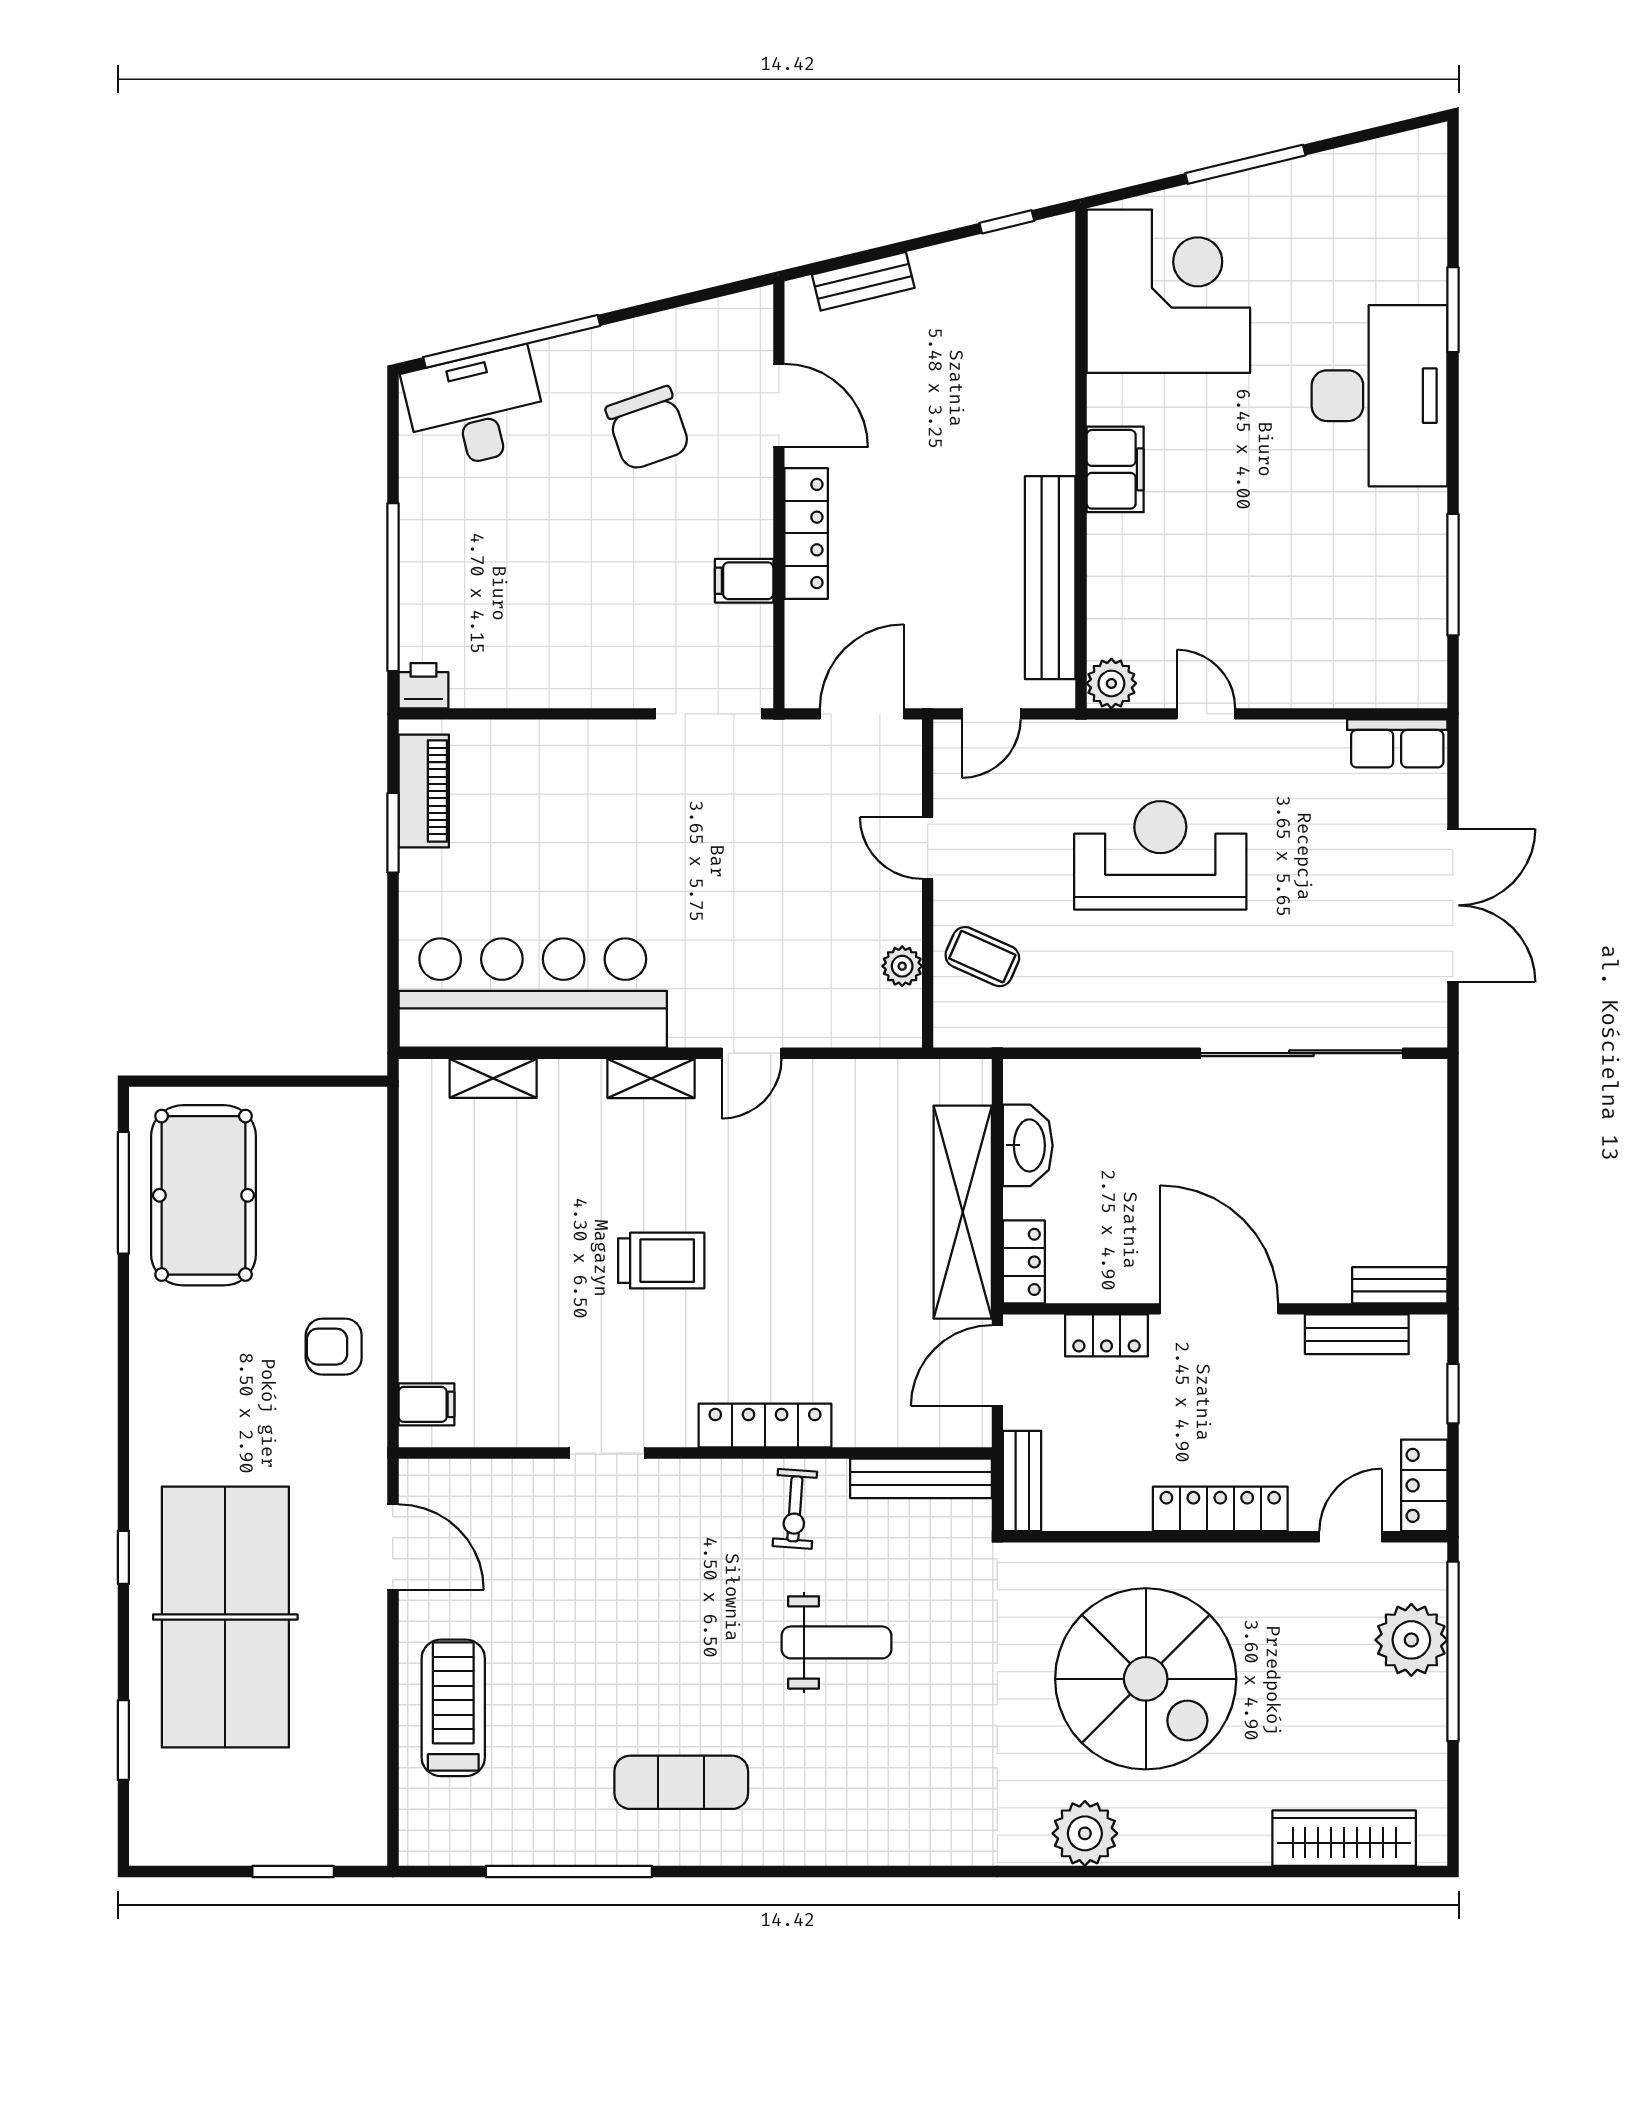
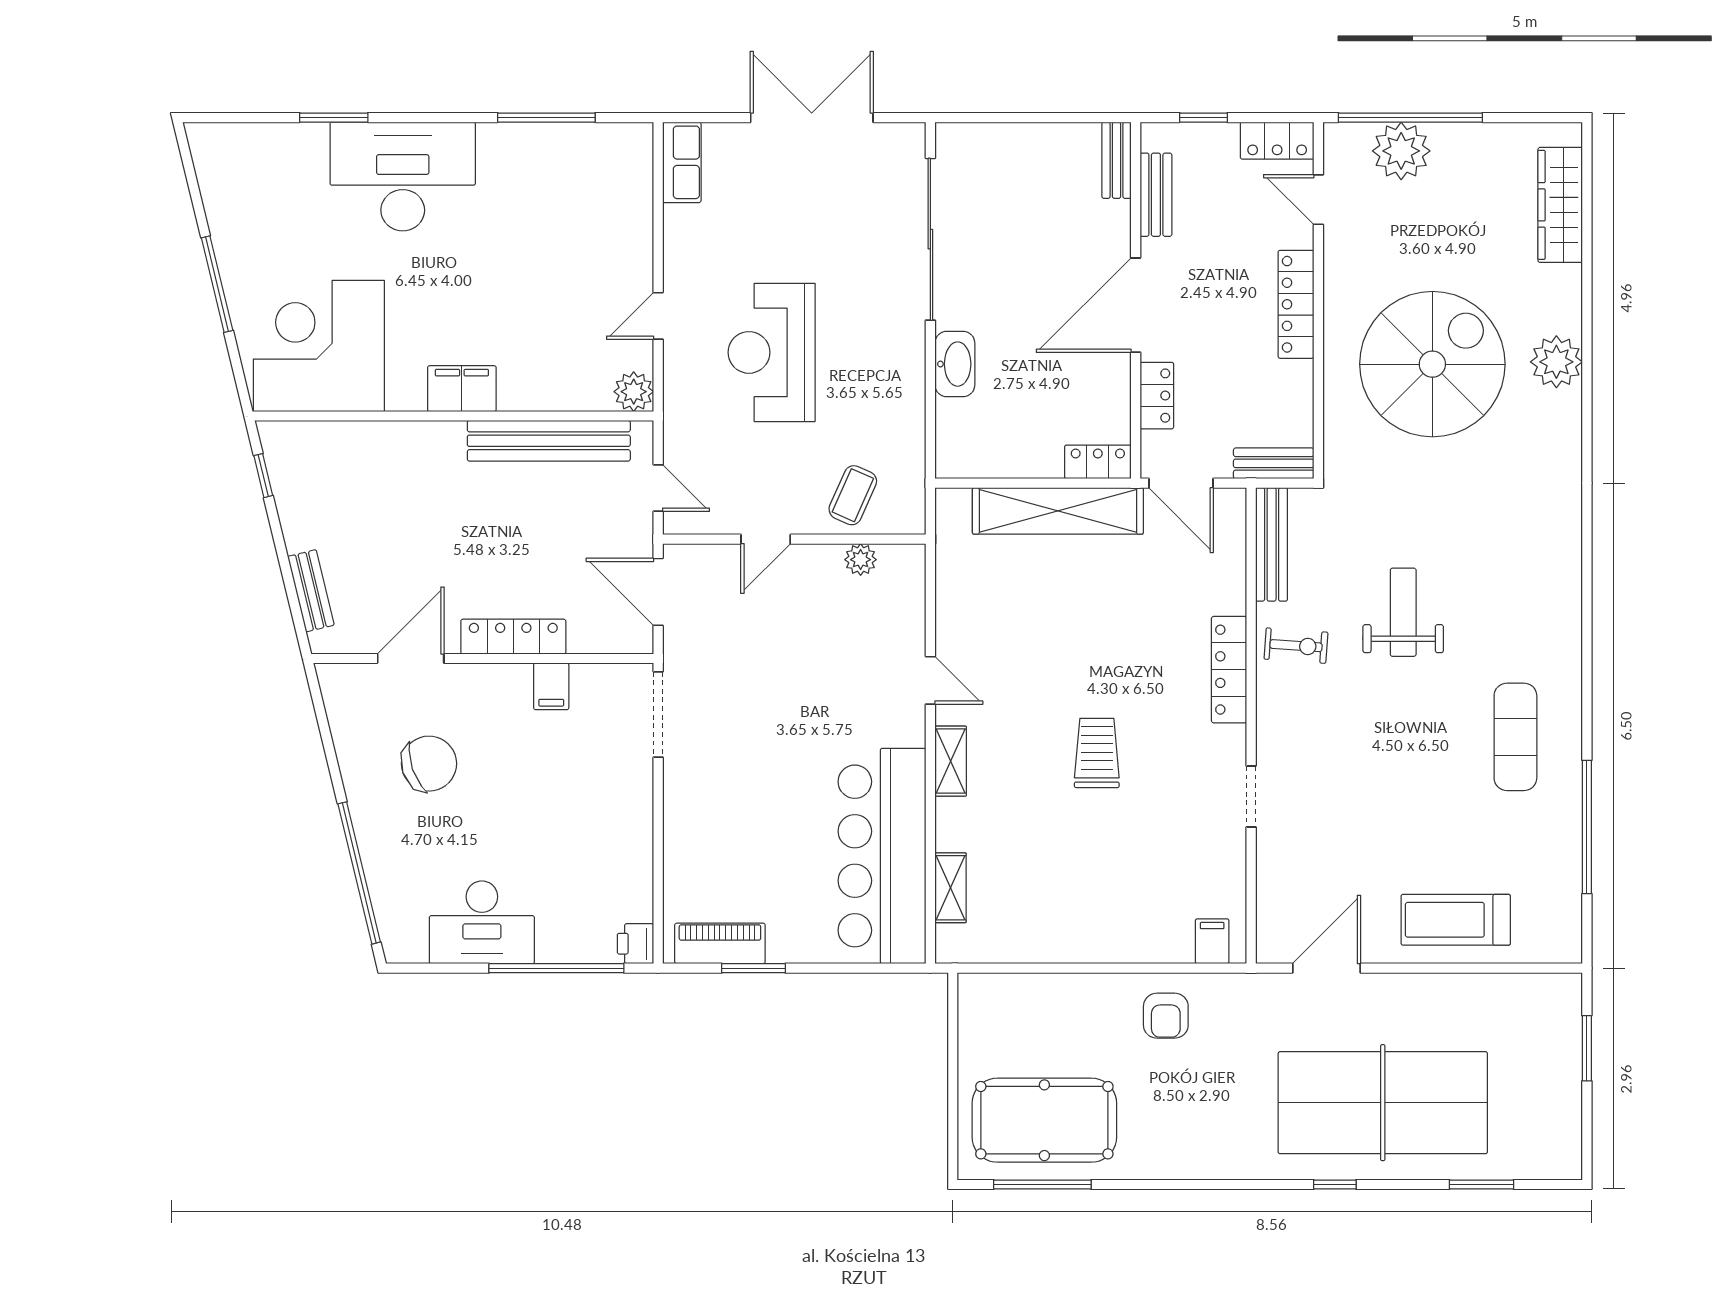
desk: (476, 409) -> (482, 922), moved, turned -76
washbasin: (1028, 1145) -> (955, 364), moved, turned 90
plant: (1085, 1833) -> (1556, 362), moved

